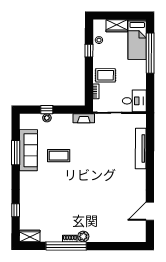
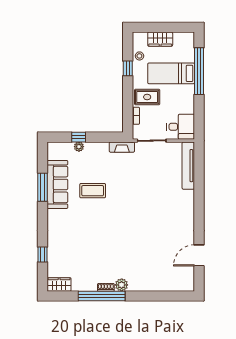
bed: (137, 40) -> (171, 73), moved, turned 90
tv unit: (141, 149) -> (188, 166), moved

